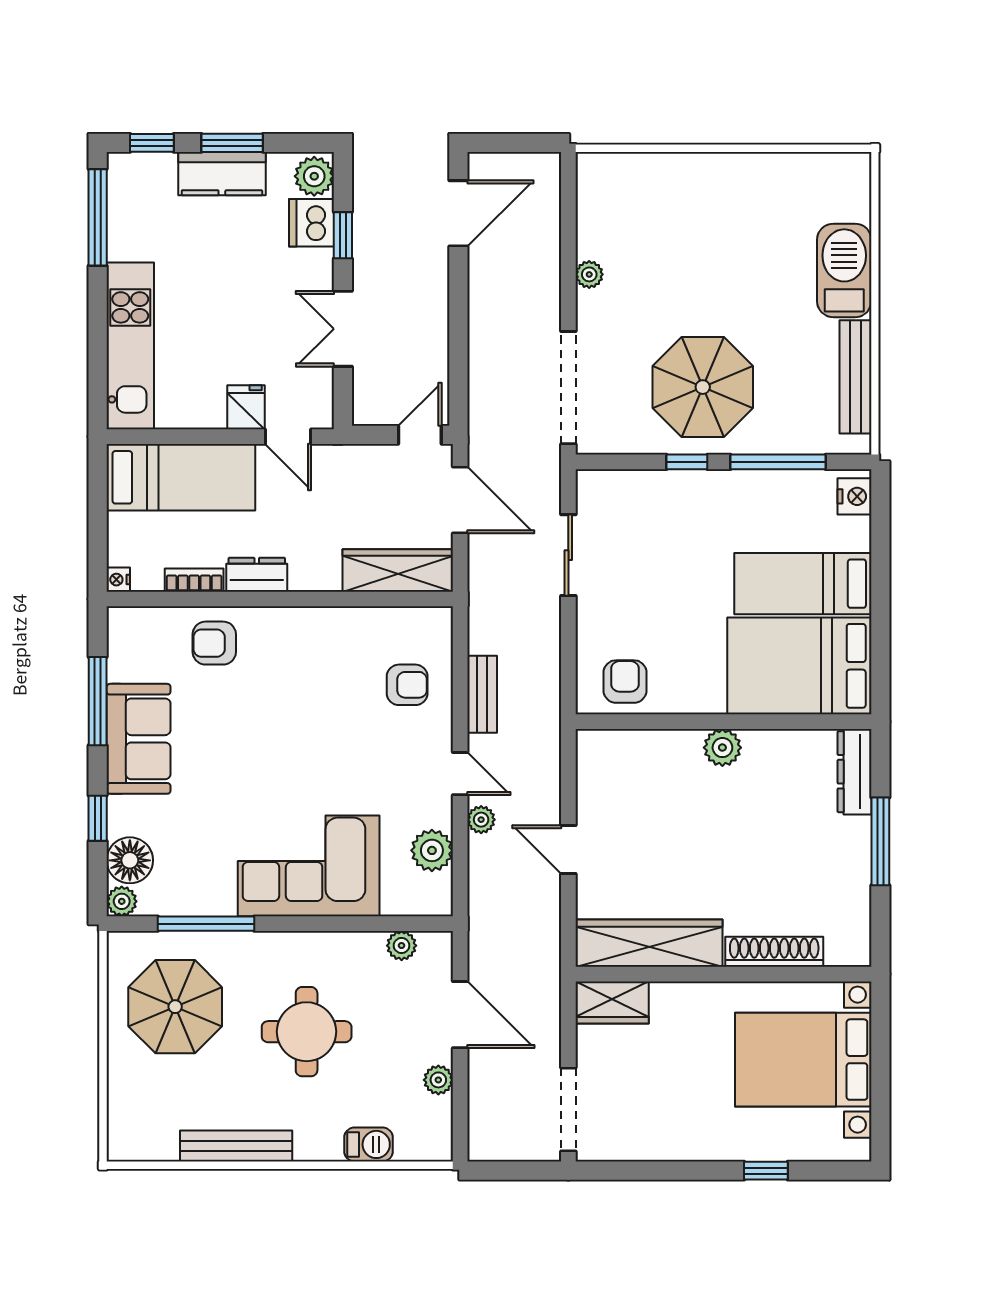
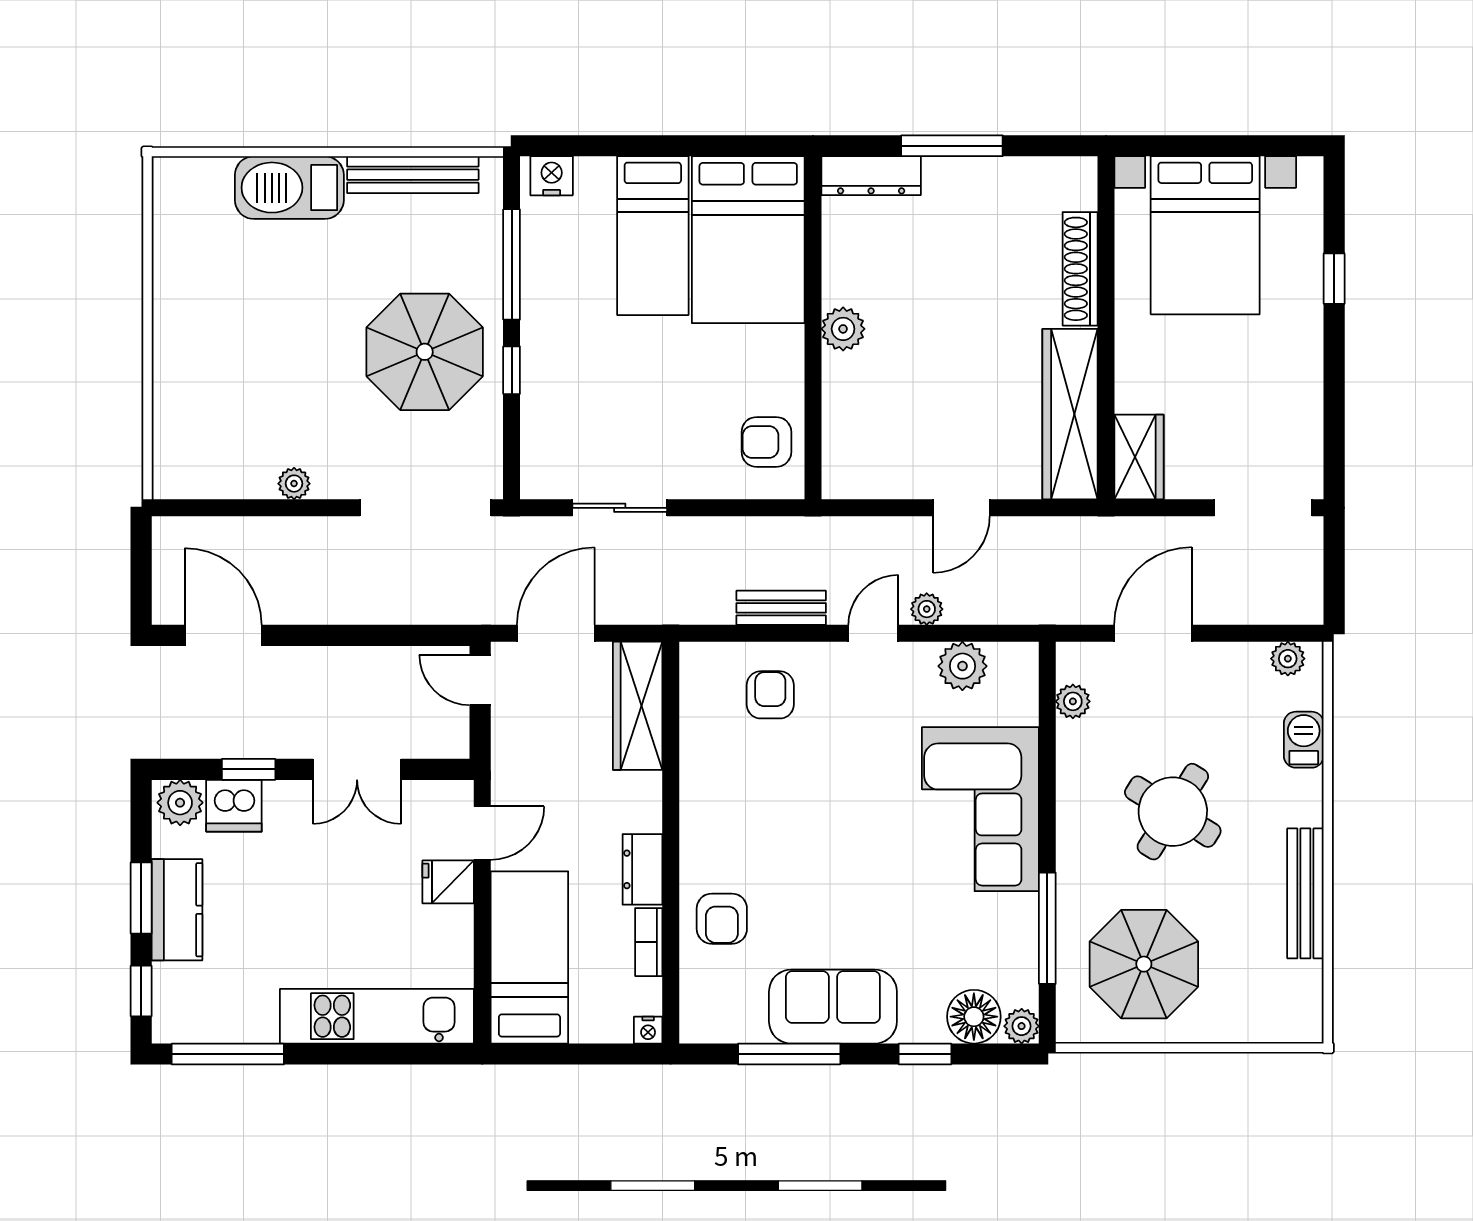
round table: (307, 1032) -> (1173, 812), turned 32
plant: (438, 1080) -> (1288, 659), moved

